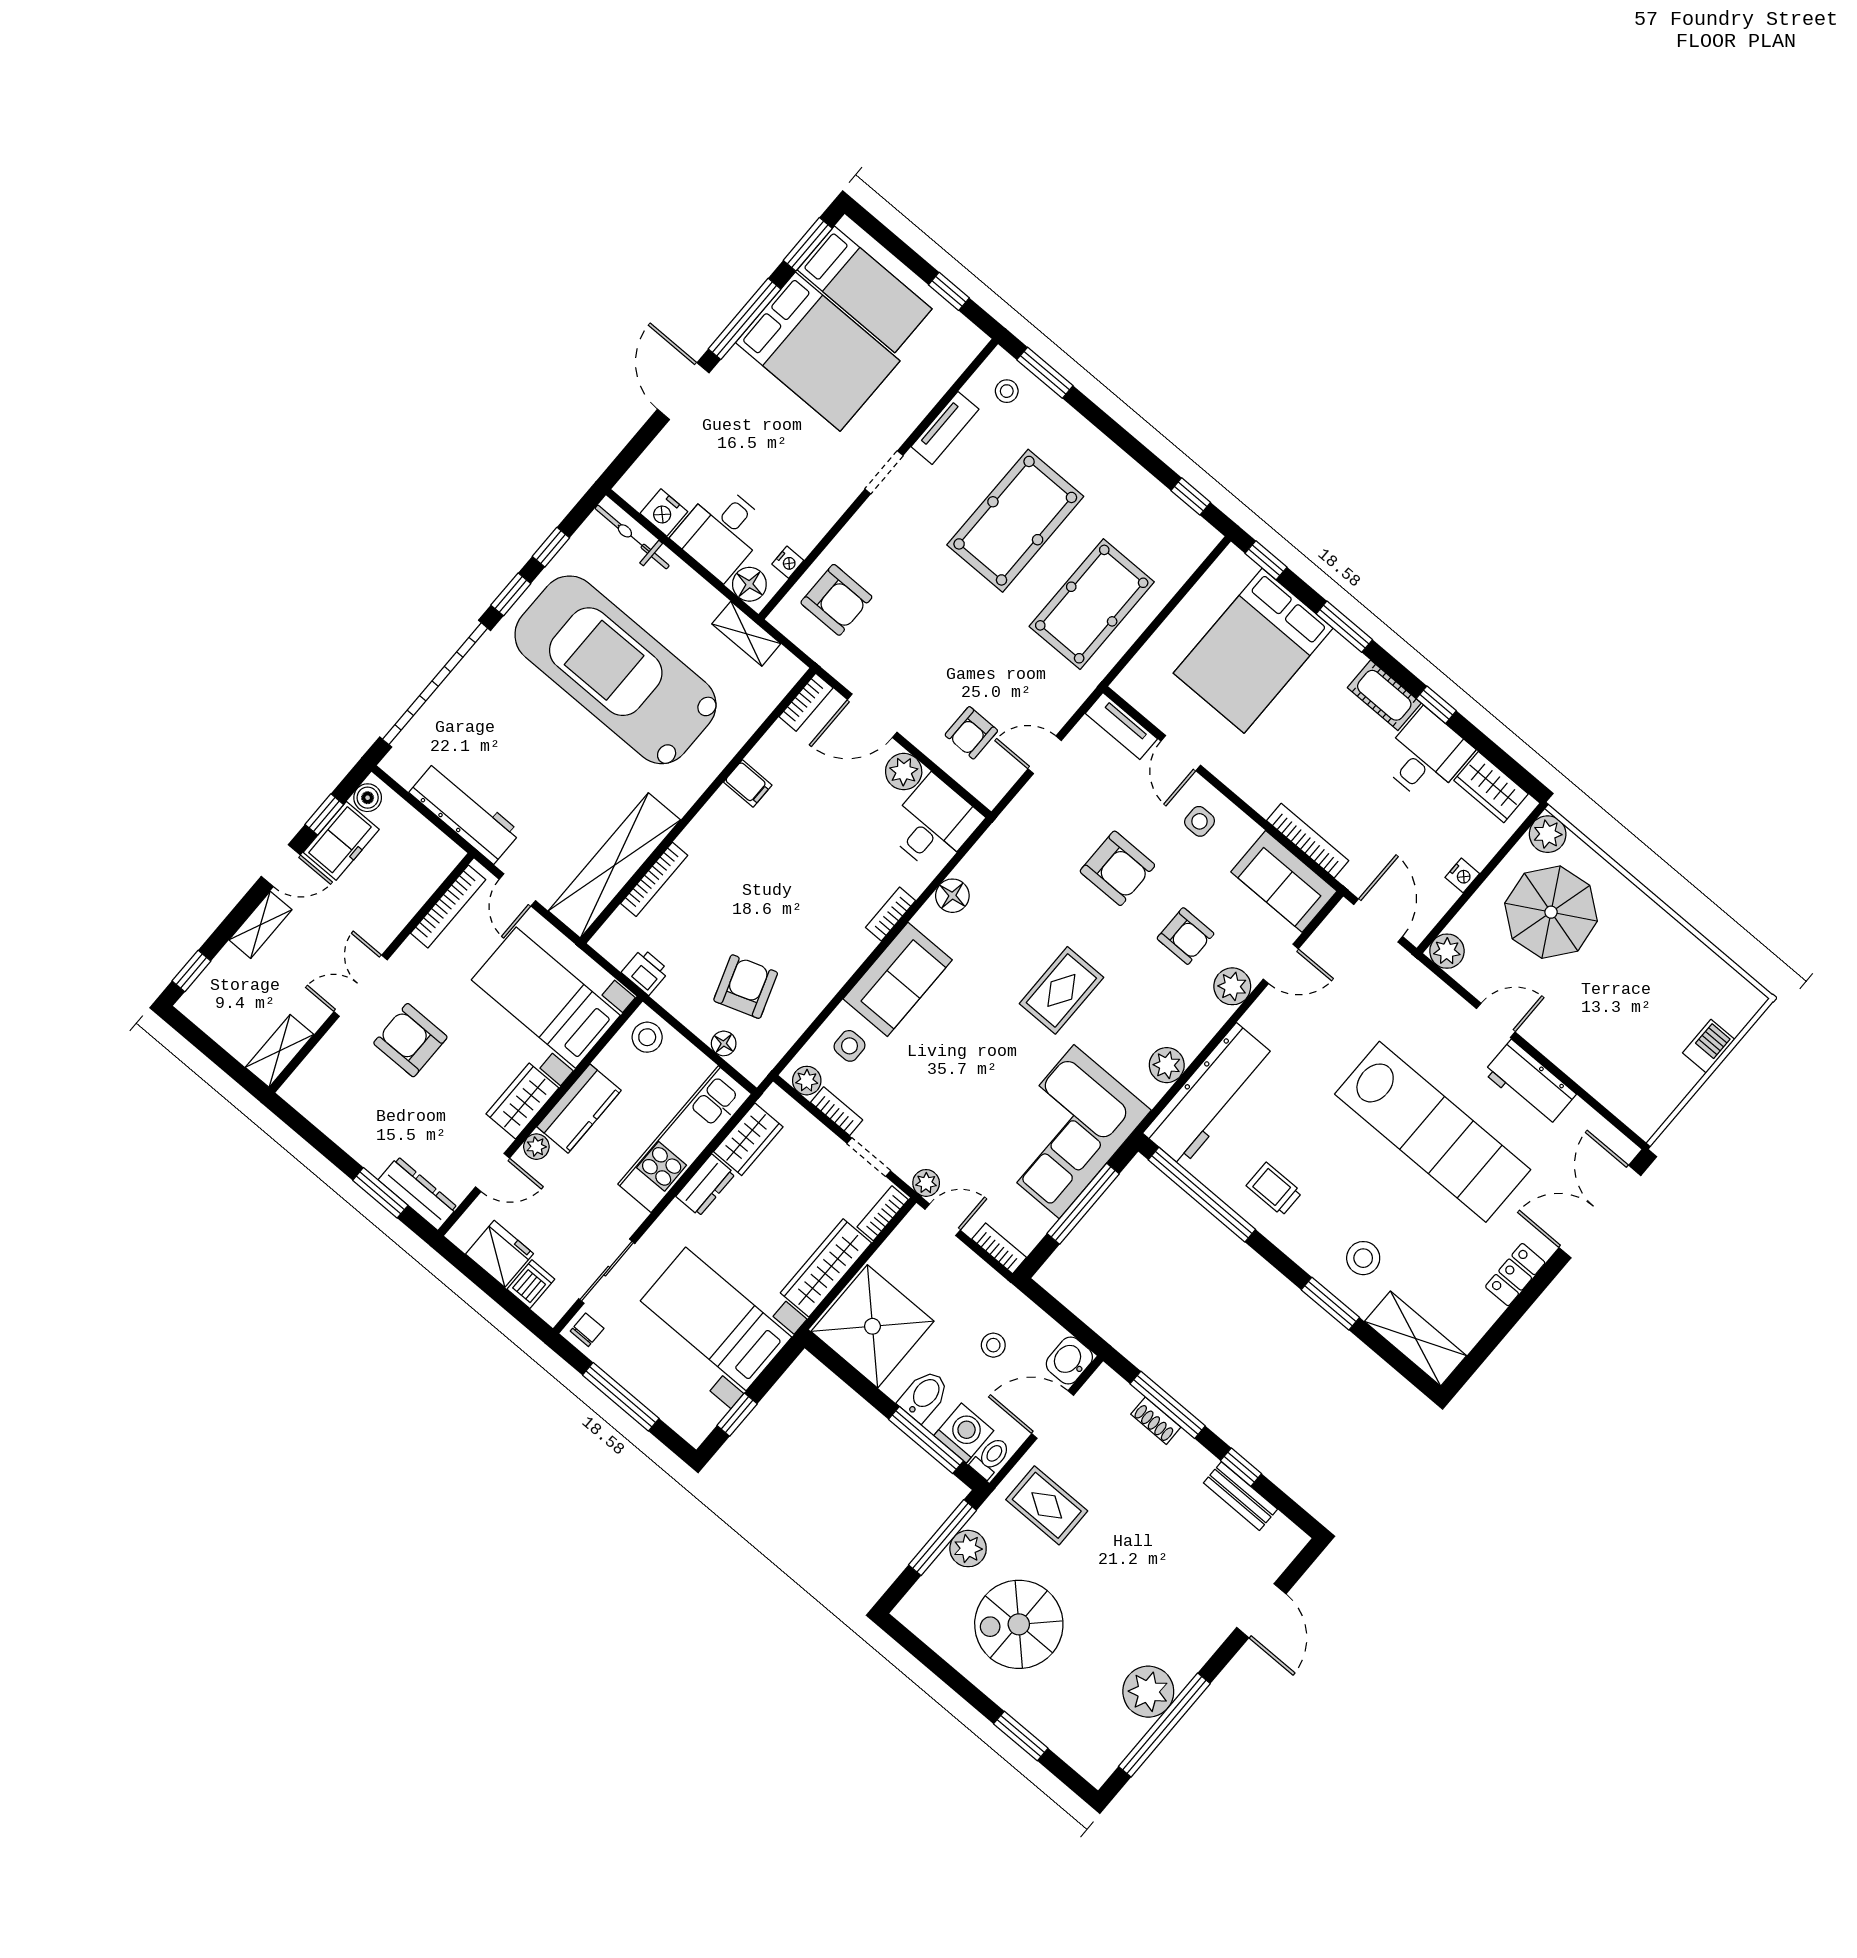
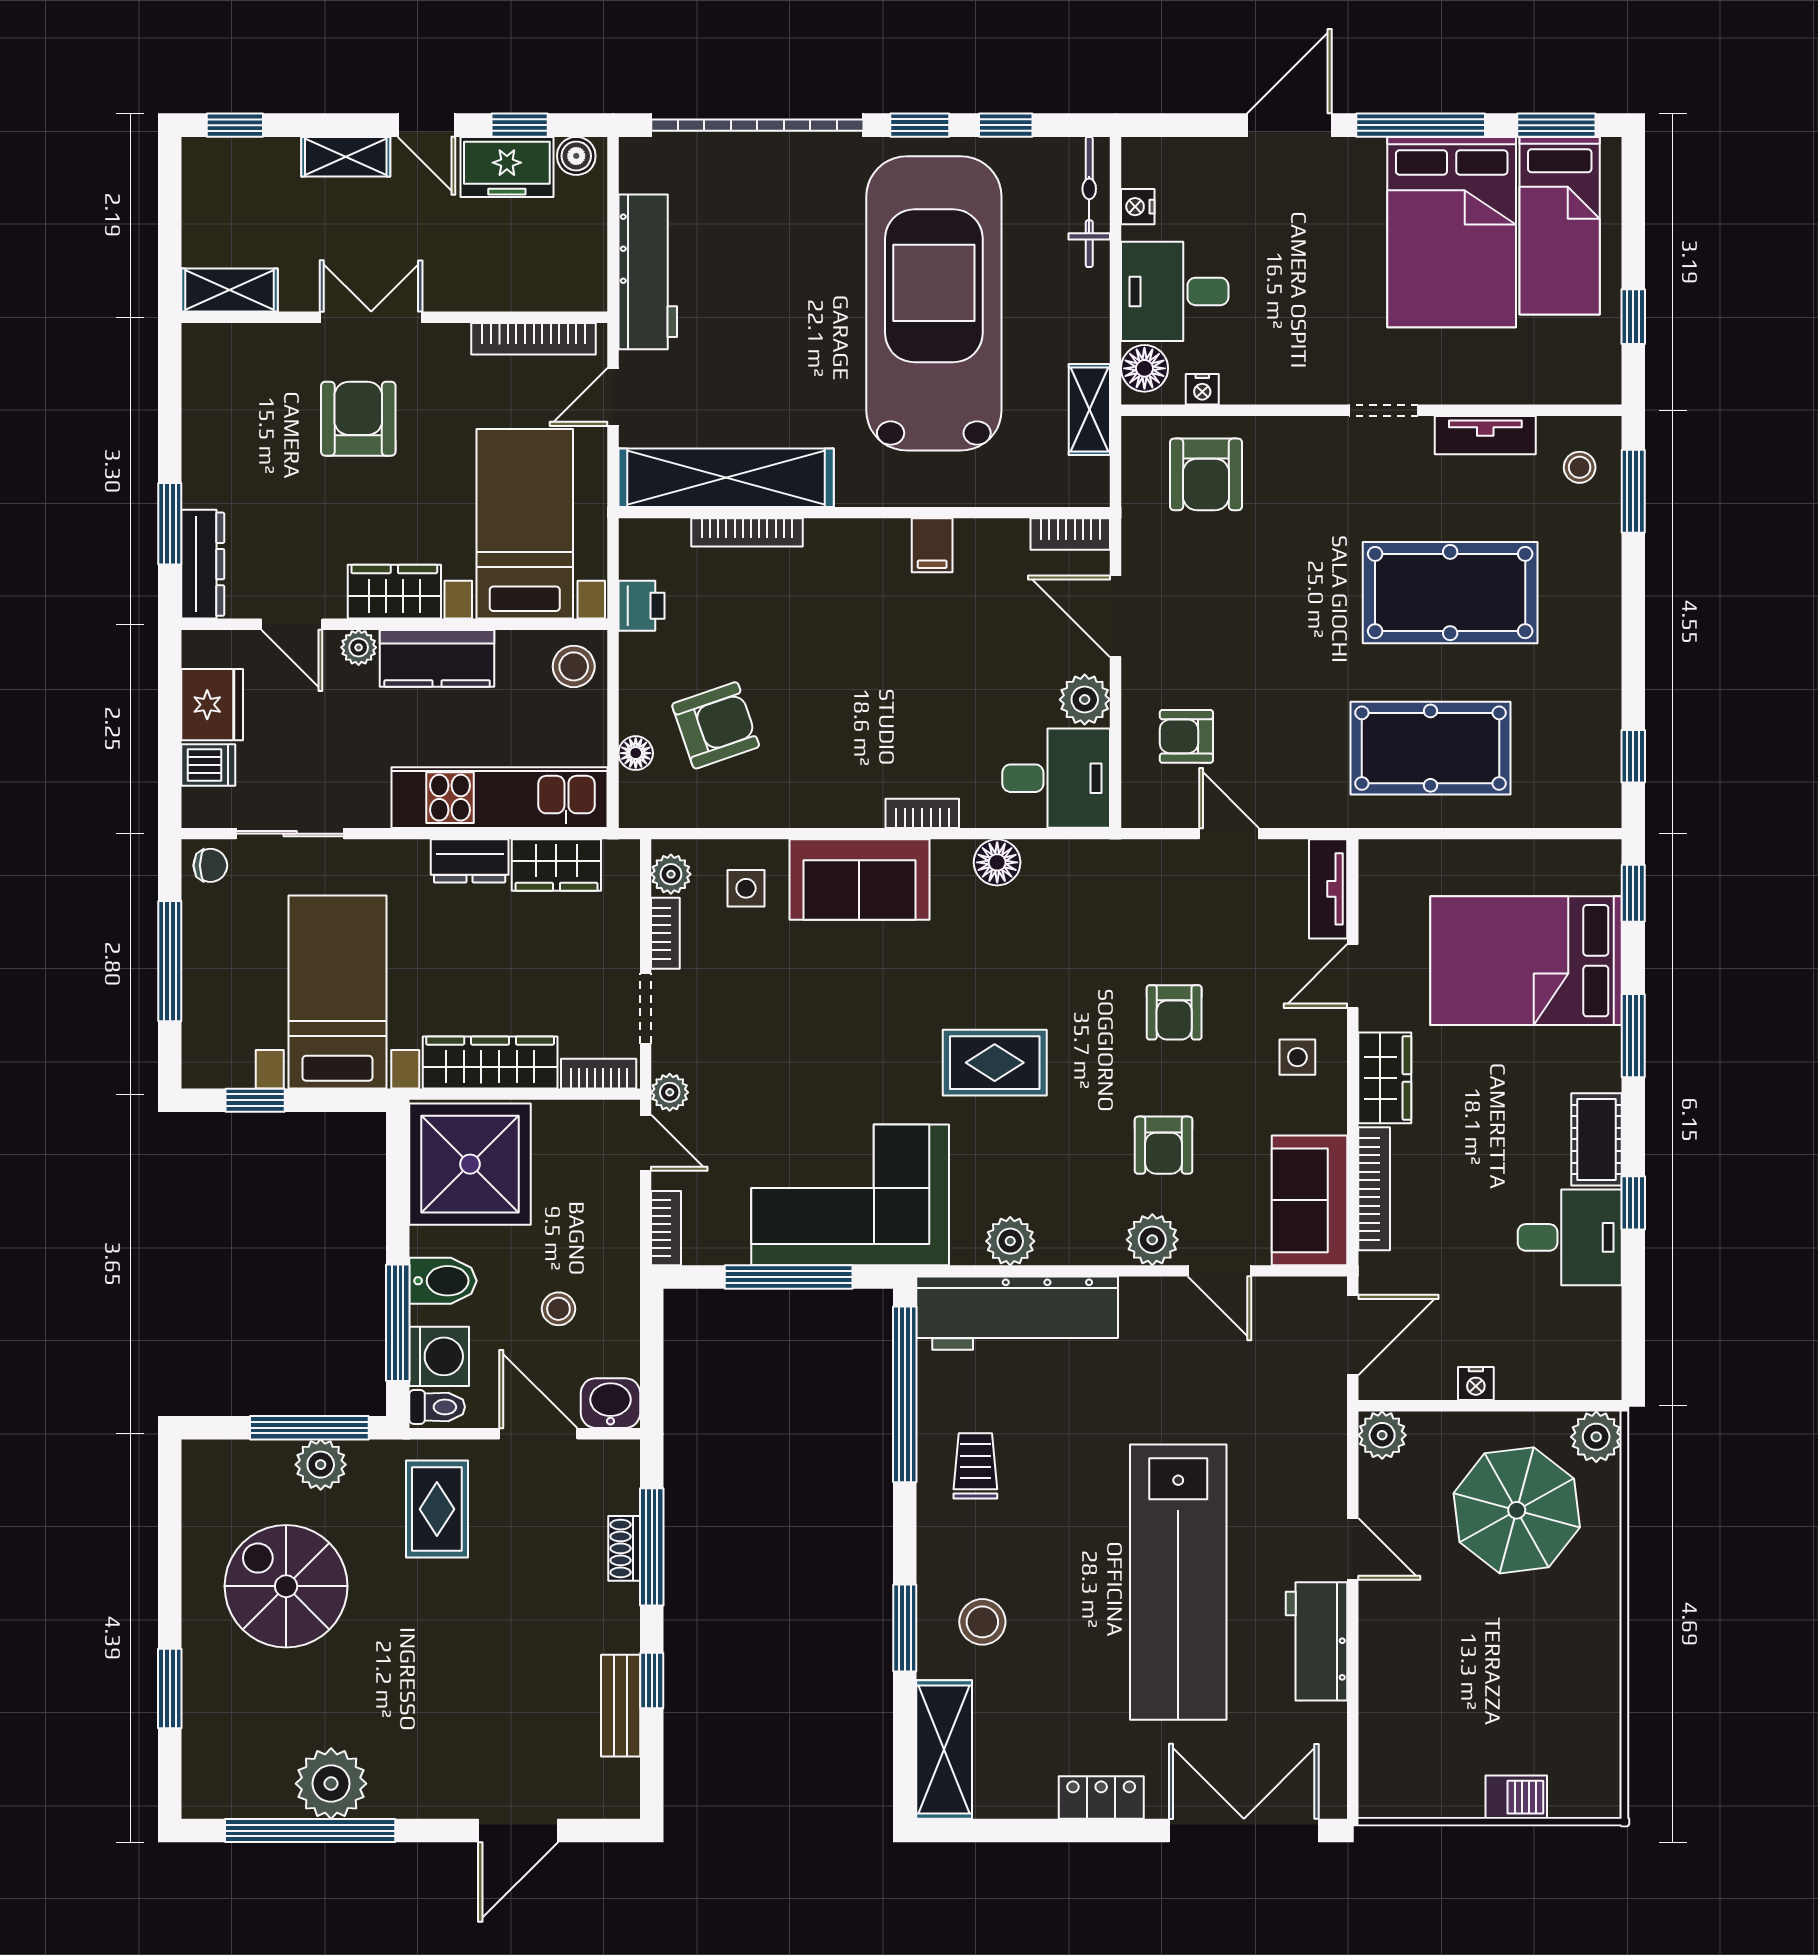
nightstand: (664, 513) -> (1138, 207), width x0.72, depth x0.74
wardrobe: (1491, 787) -> (1385, 1078), moved, turned 180
armchair: (1117, 868) -> (1174, 1012), width x0.72, depth x0.72

